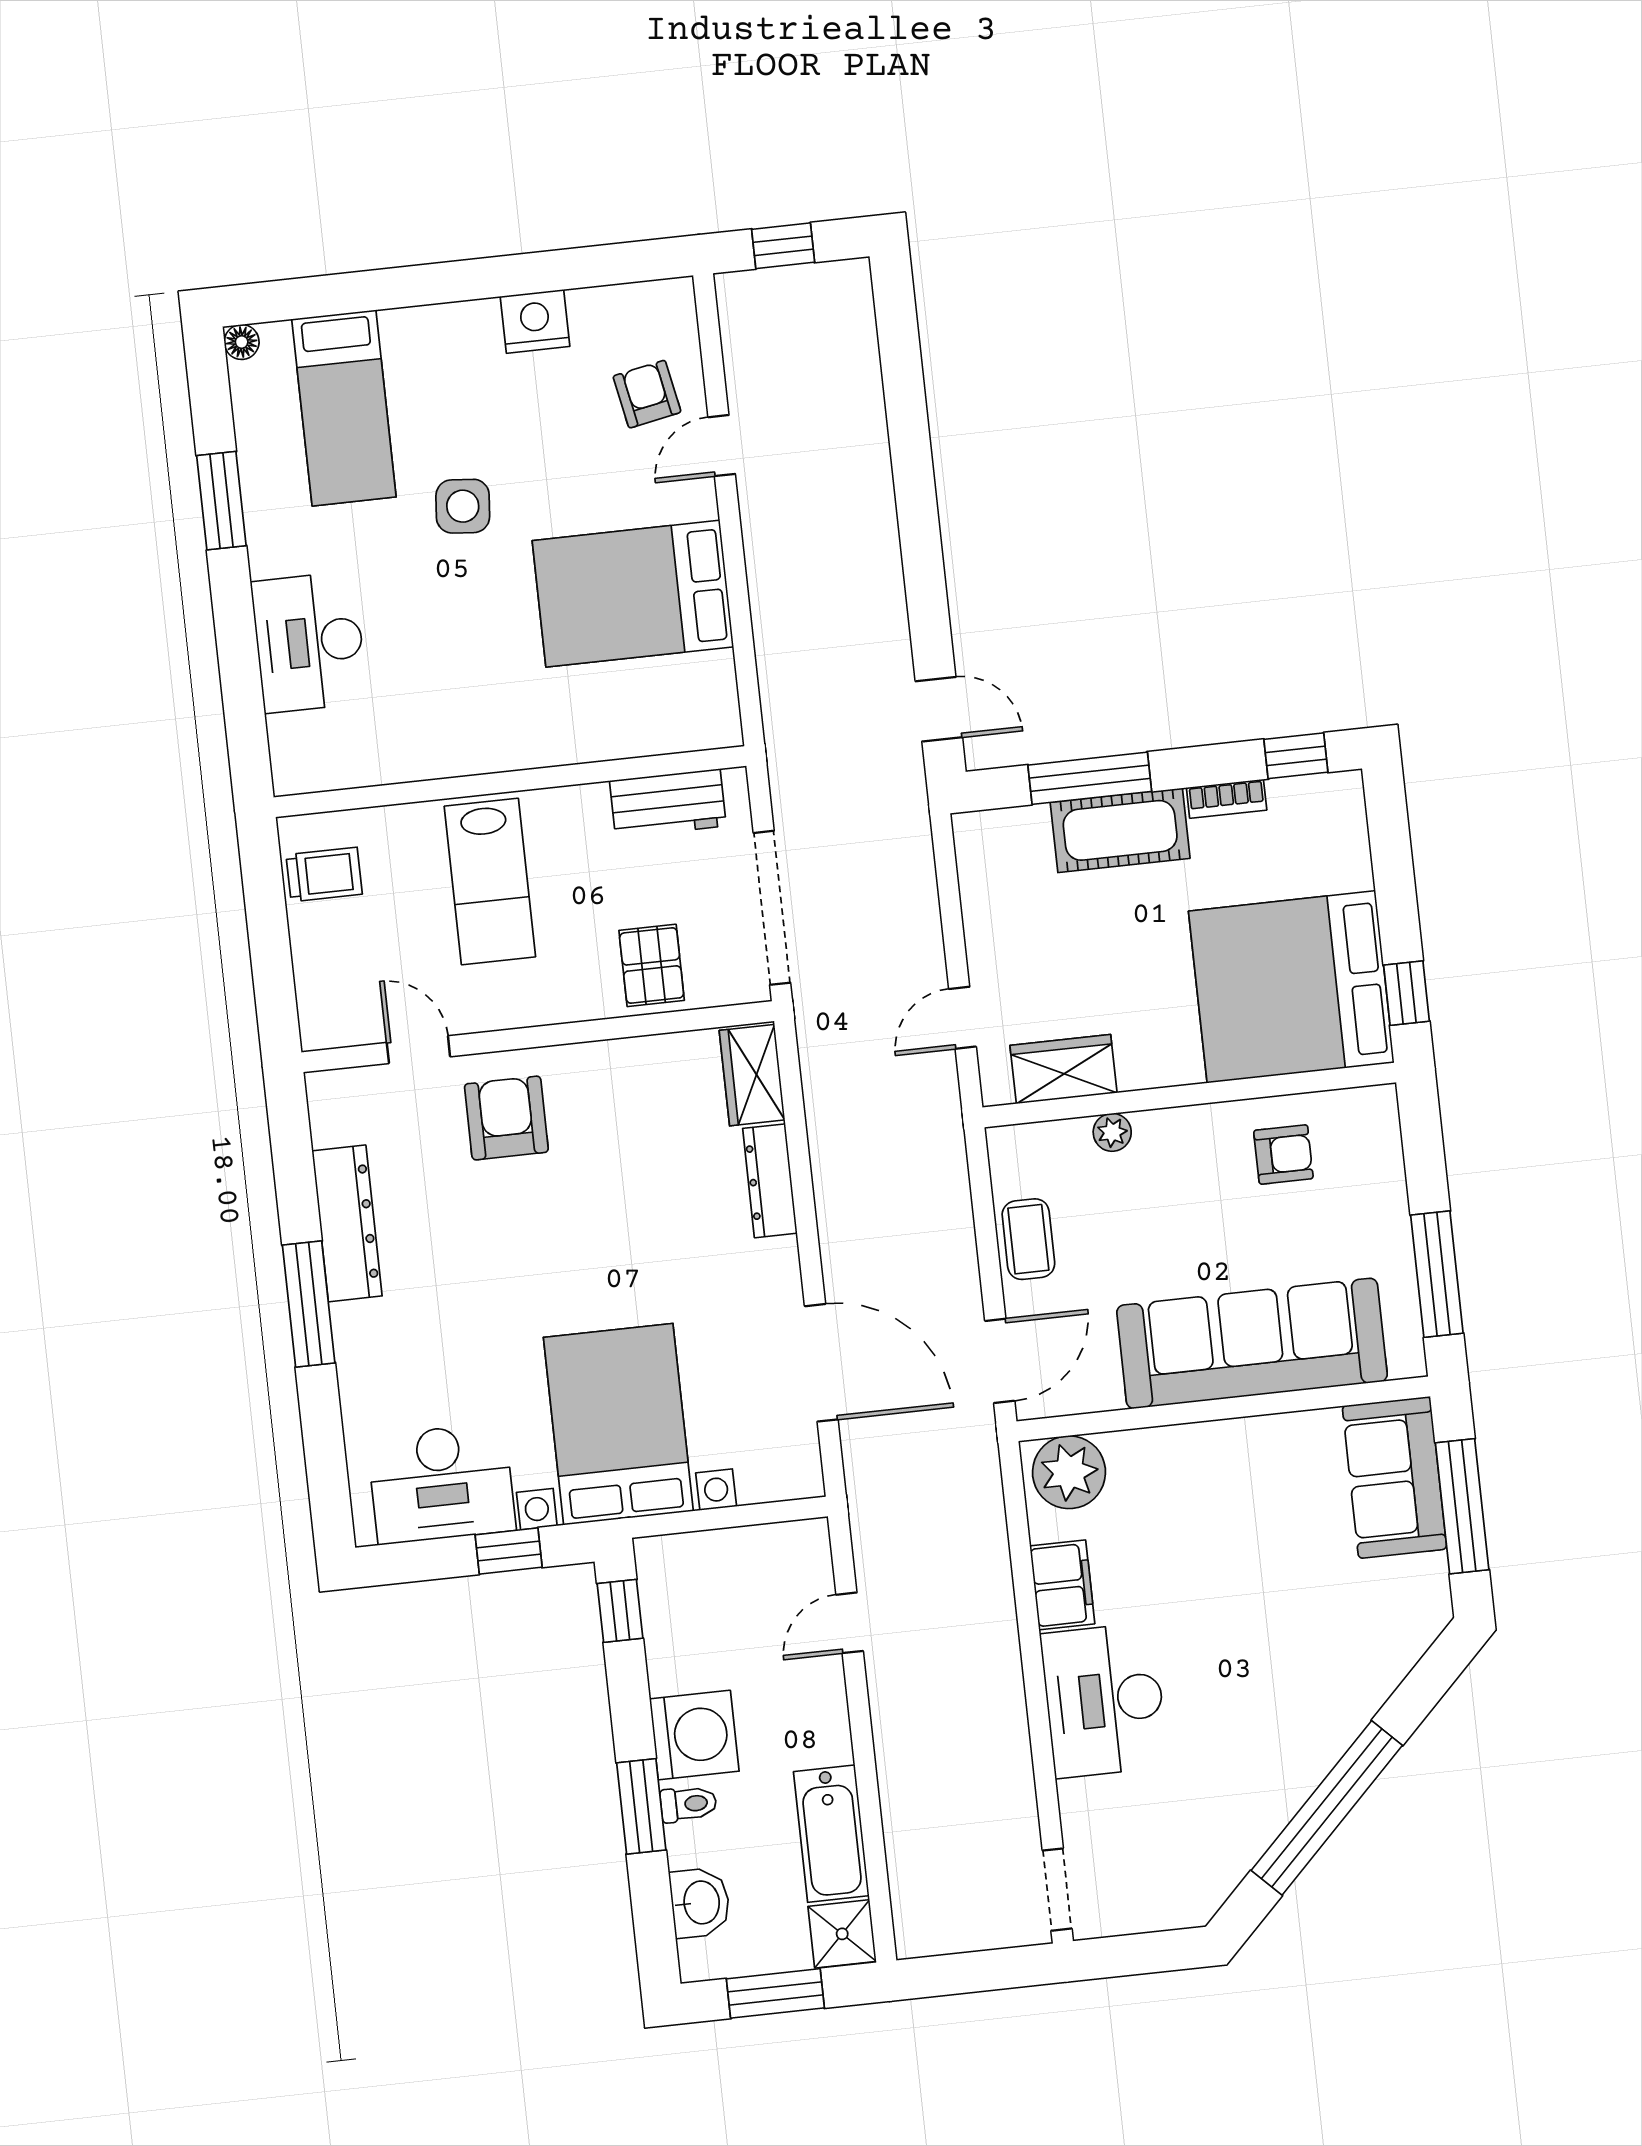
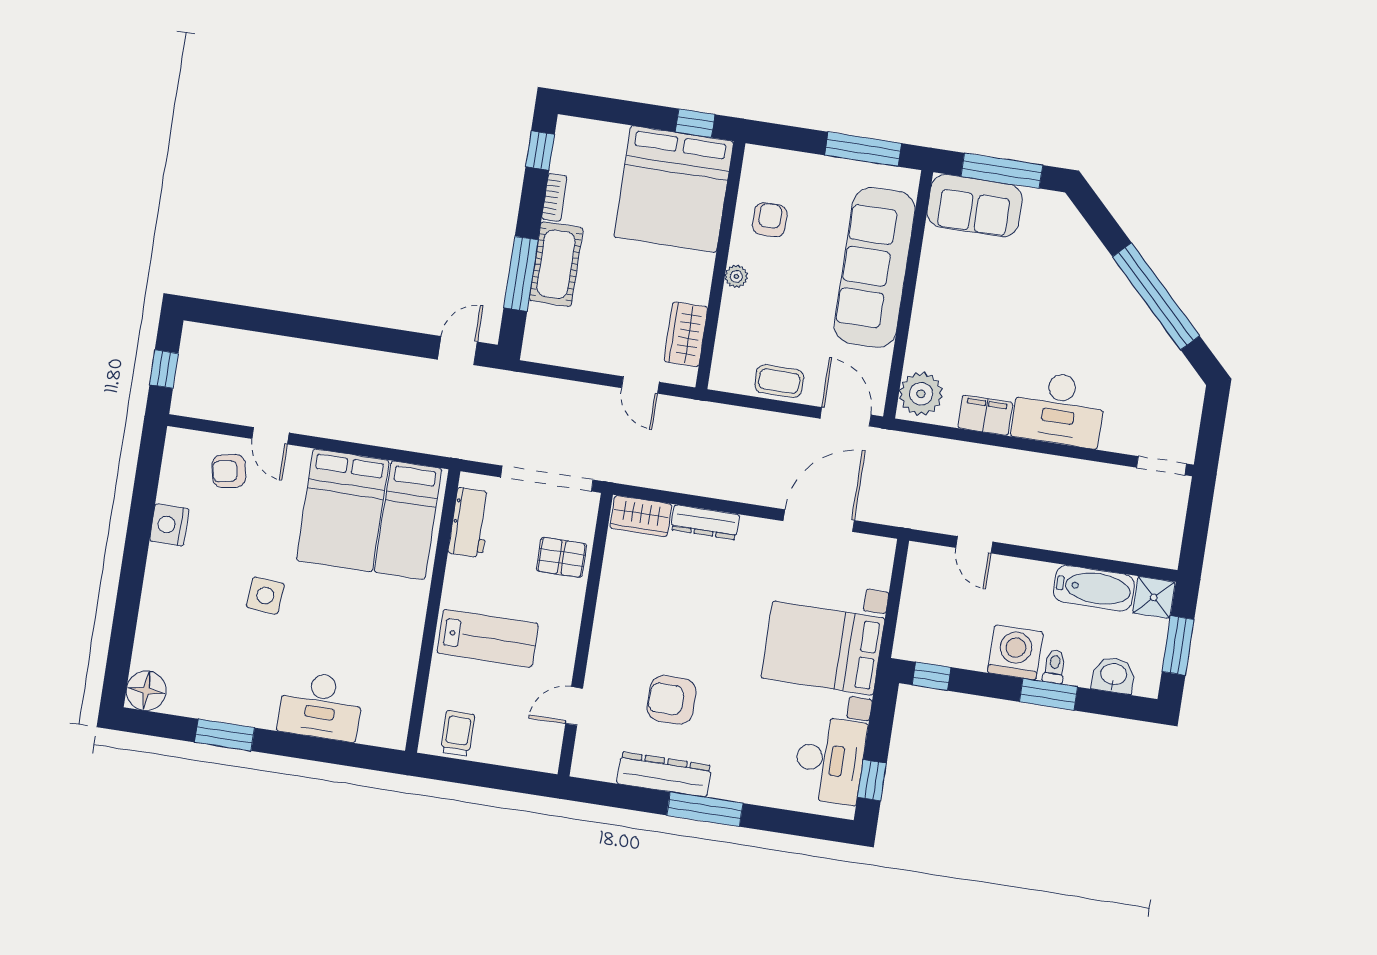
floor lamp: (242, 342) -> (146, 691), width x1.89, depth x1.89
bed: (344, 408) -> (408, 520), moved, turned 90
armchair: (506, 1118) -> (672, 700), moved
plant: (1112, 1132) -> (736, 276), moved
window: (509, 1551) -> (872, 780), moved

